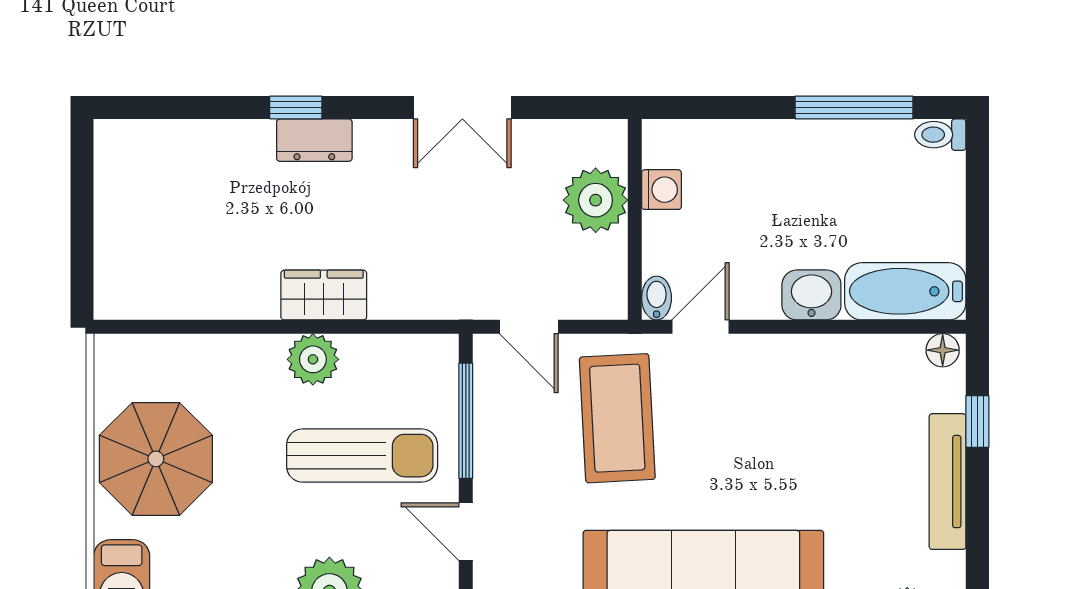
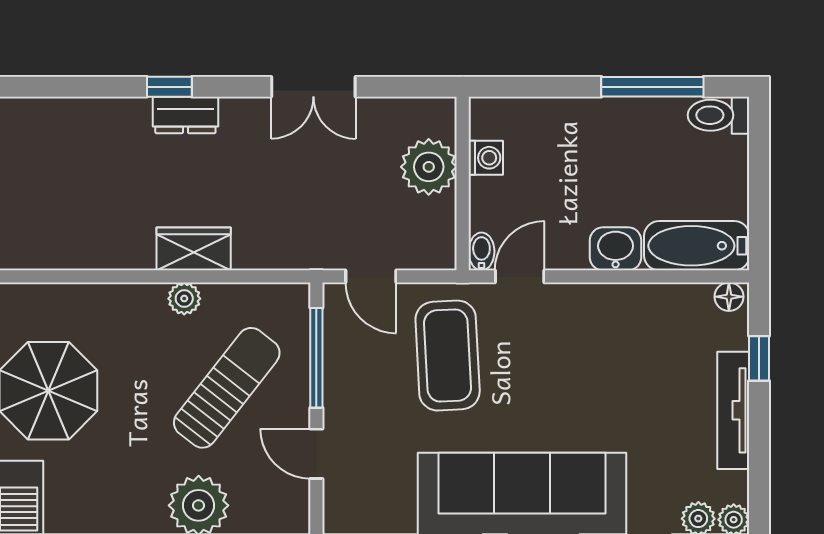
toilet: (940, 135) -> (718, 115), width x1.37, depth x1.39
plant: (313, 359) -> (184, 299), width x0.73, depth x0.73
sun lounger: (362, 456) -> (227, 388), turned -52

